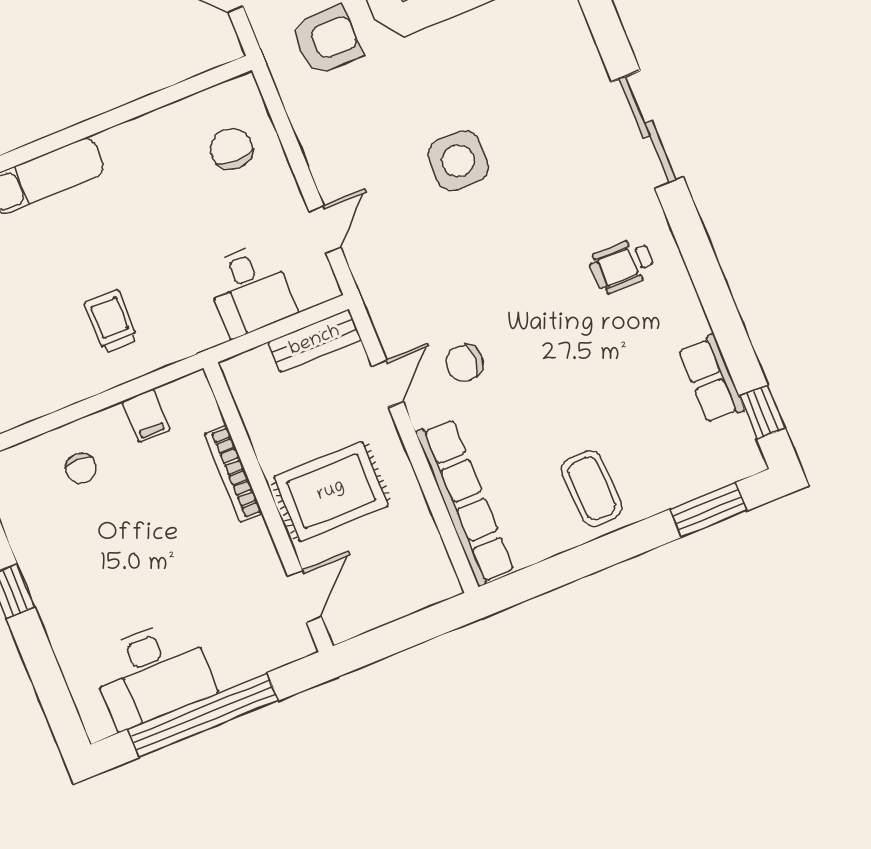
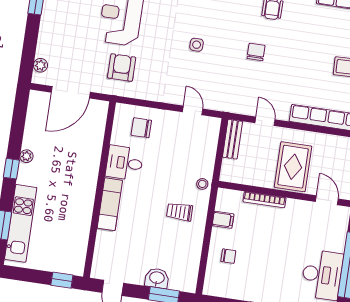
side table: (458, 161) -> (197, 45), width x0.54, depth x0.54
desk: (250, 290) -> (124, 163), moved, turned 180
stool: (192, 334) -> (202, 184), added
chair: (465, 363) -> (256, 52), moved, turned 180

